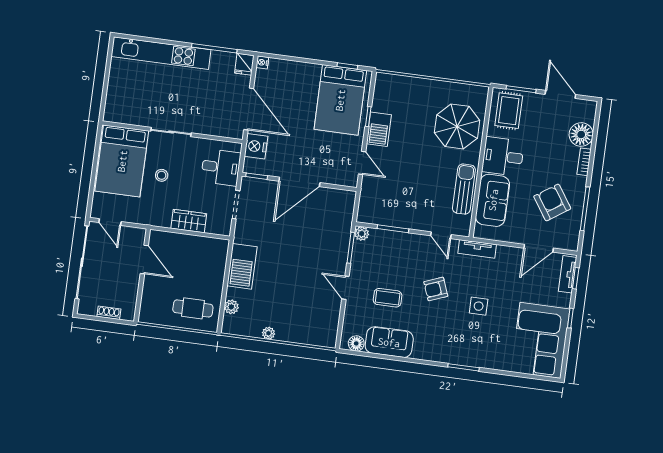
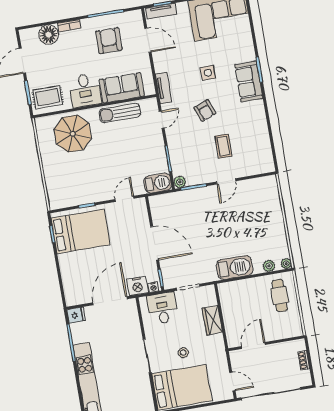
nightstand: (262, 62) -> (153, 287), moved
barbecue: (379, 129) -> (158, 183), moved
armchair: (552, 202) -> (109, 41), turned 124
door: (110, 222) -> (232, 382), hinge flipped
plant: (268, 333) -> (286, 264), moved
sofa: (389, 342) -> (249, 82), moved
floor lamp: (356, 343) -> (267, 159), removed

